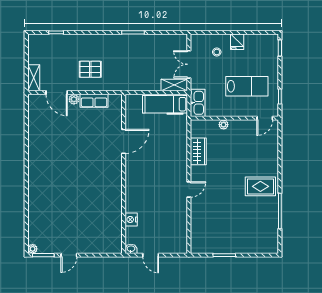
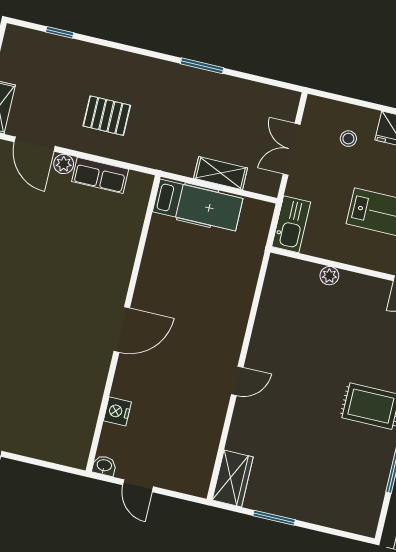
shelving: (174, 85) -> (221, 173), moved
hospital bed: (165, 104) -> (198, 205), moved, turned 180
door: (124, 141) -> (122, 330), moved
wardrobe: (198, 151) -> (233, 479), moved

